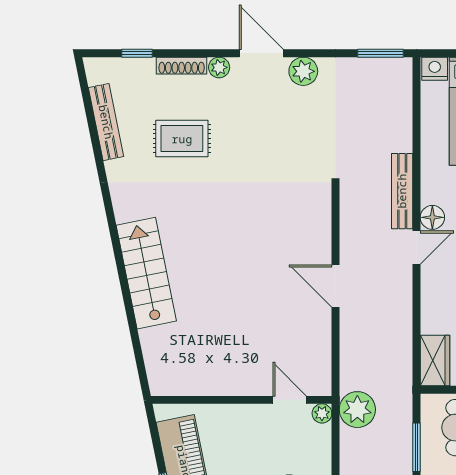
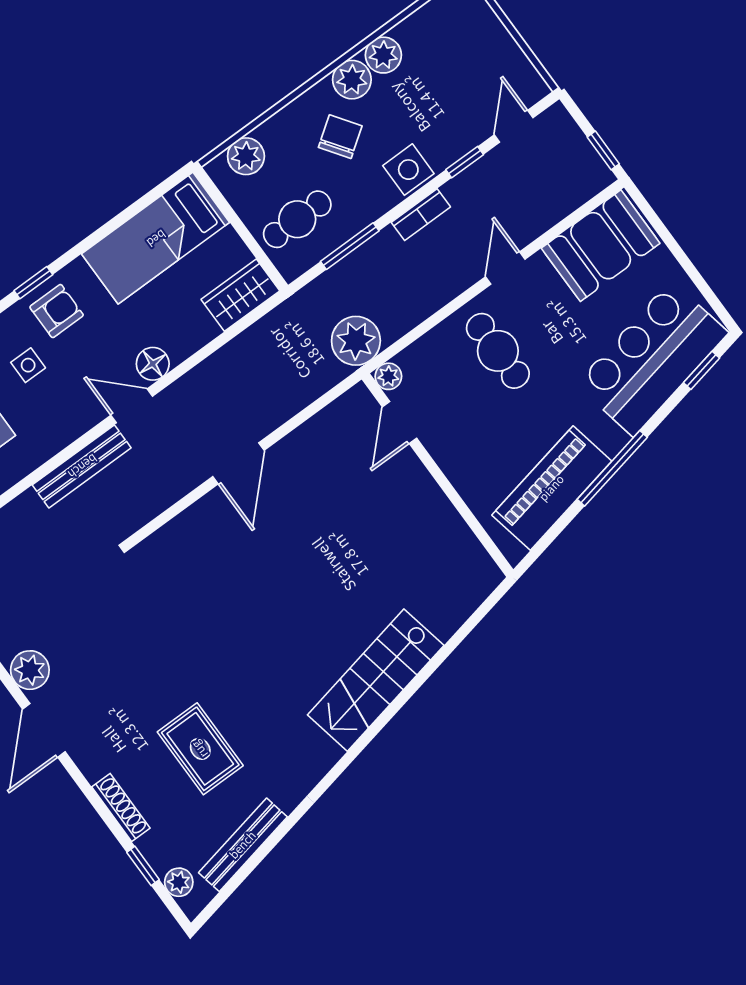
plant: (219, 67) -> (179, 882), moved
floor lamp: (432, 217) -> (153, 364), moved

